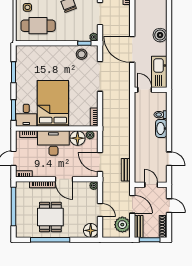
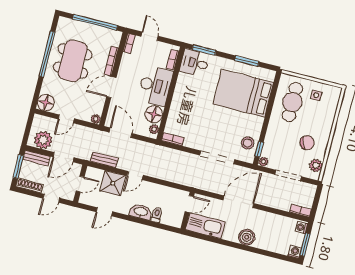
bed: (53, 103) -> (243, 93), moved, turned 180
door: (132, 141) -> (135, 175), added
shower: (144, 158) -> (113, 183), added
door: (100, 162) -> (121, 133), hinge flipped
dining table: (50, 217) -> (73, 61), width x1.38

